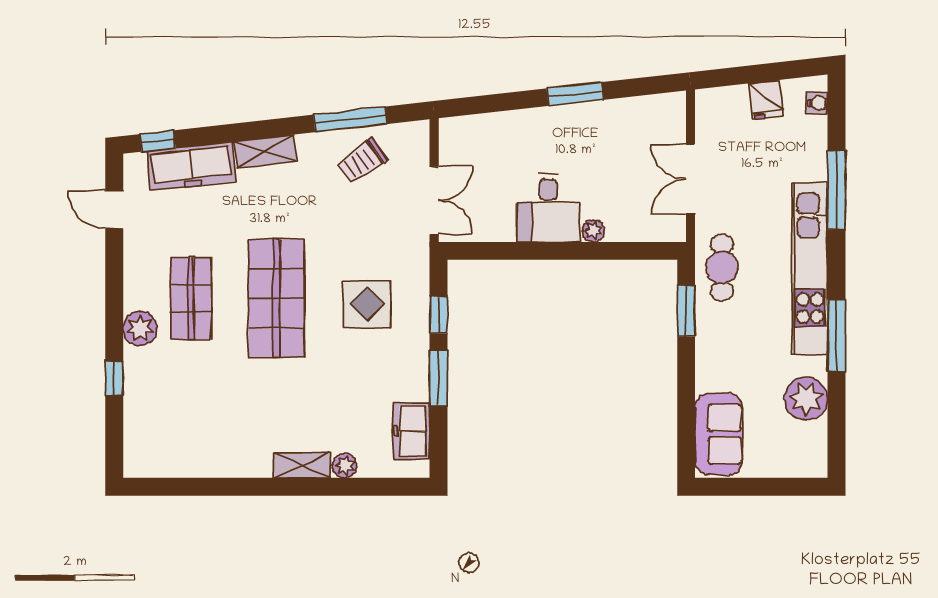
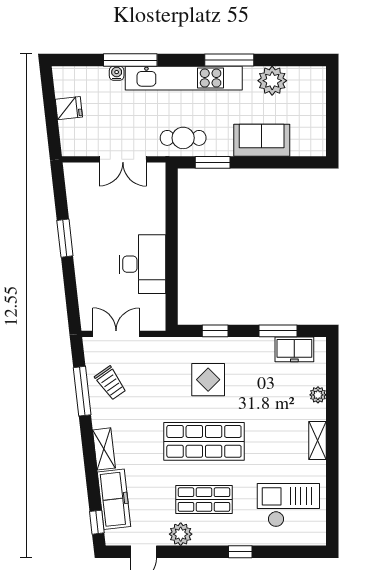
water cooler: (817, 103) -> (117, 73), moved
double door: (434, 200) -> (116, 334), moved
desk: (548, 208) -> (142, 264), width x1.37
plant: (594, 231) -> (158, 225), removed
plant: (140, 329) -> (181, 534), moved
window: (114, 378) -> (240, 552), moved
window: (439, 378) -> (278, 331), moved
checkout: (183, 422) -> (288, 505), added
sofa: (719, 434) -> (262, 140), moved
shelving: (302, 465) -> (318, 440), moved

